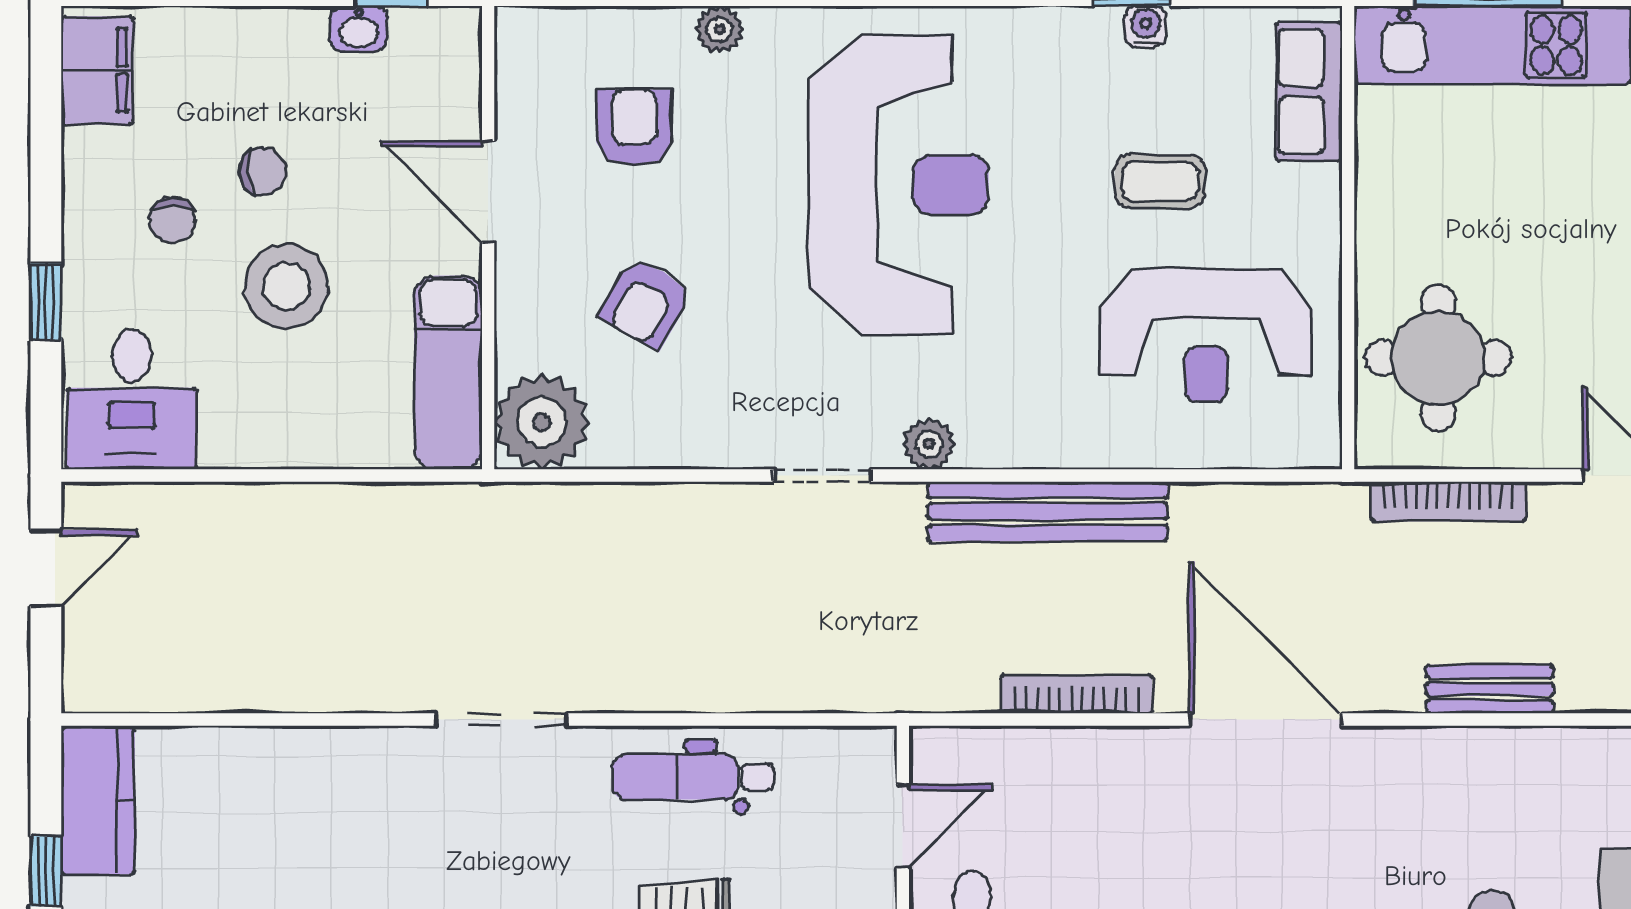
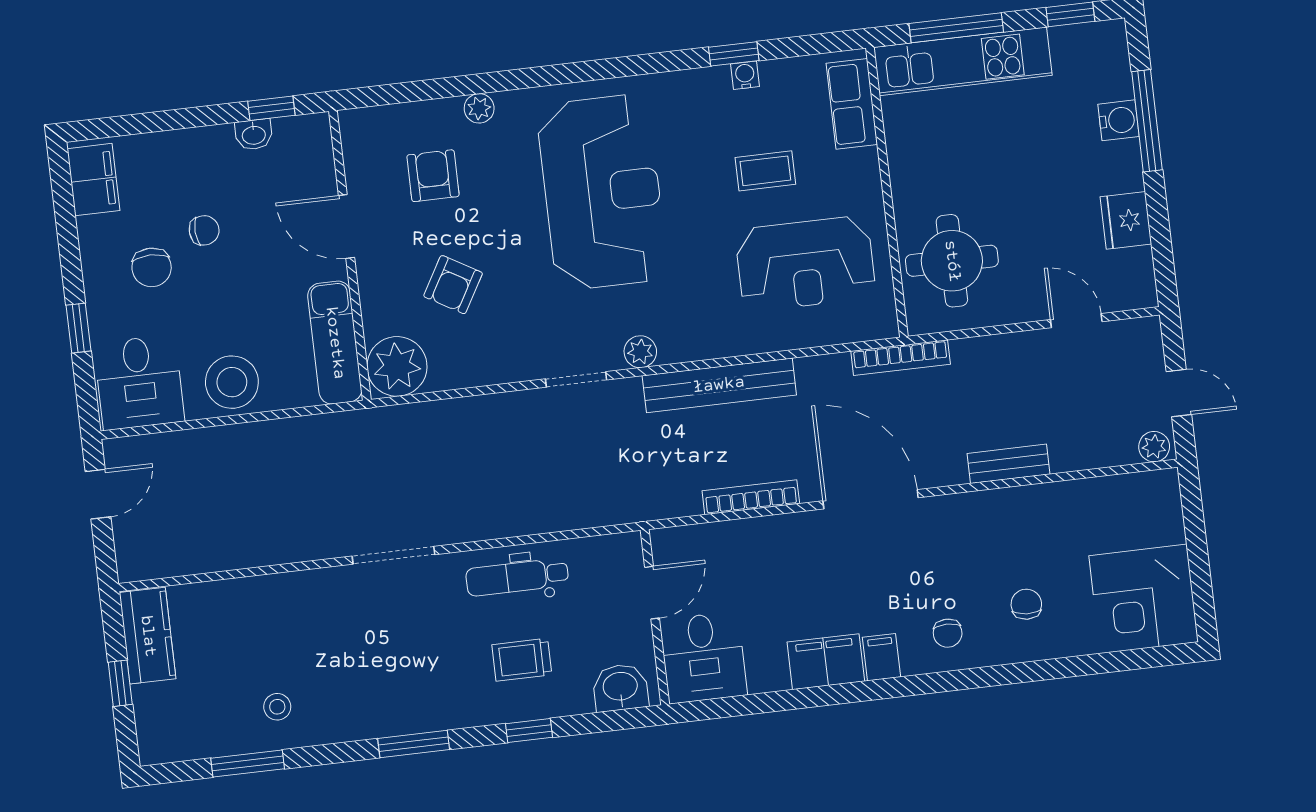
chair: (173, 220) -> (152, 267), width x1.37, depth x1.37
stool: (286, 286) -> (232, 382), moved
bookcase: (1448, 501) -> (901, 358), moved

